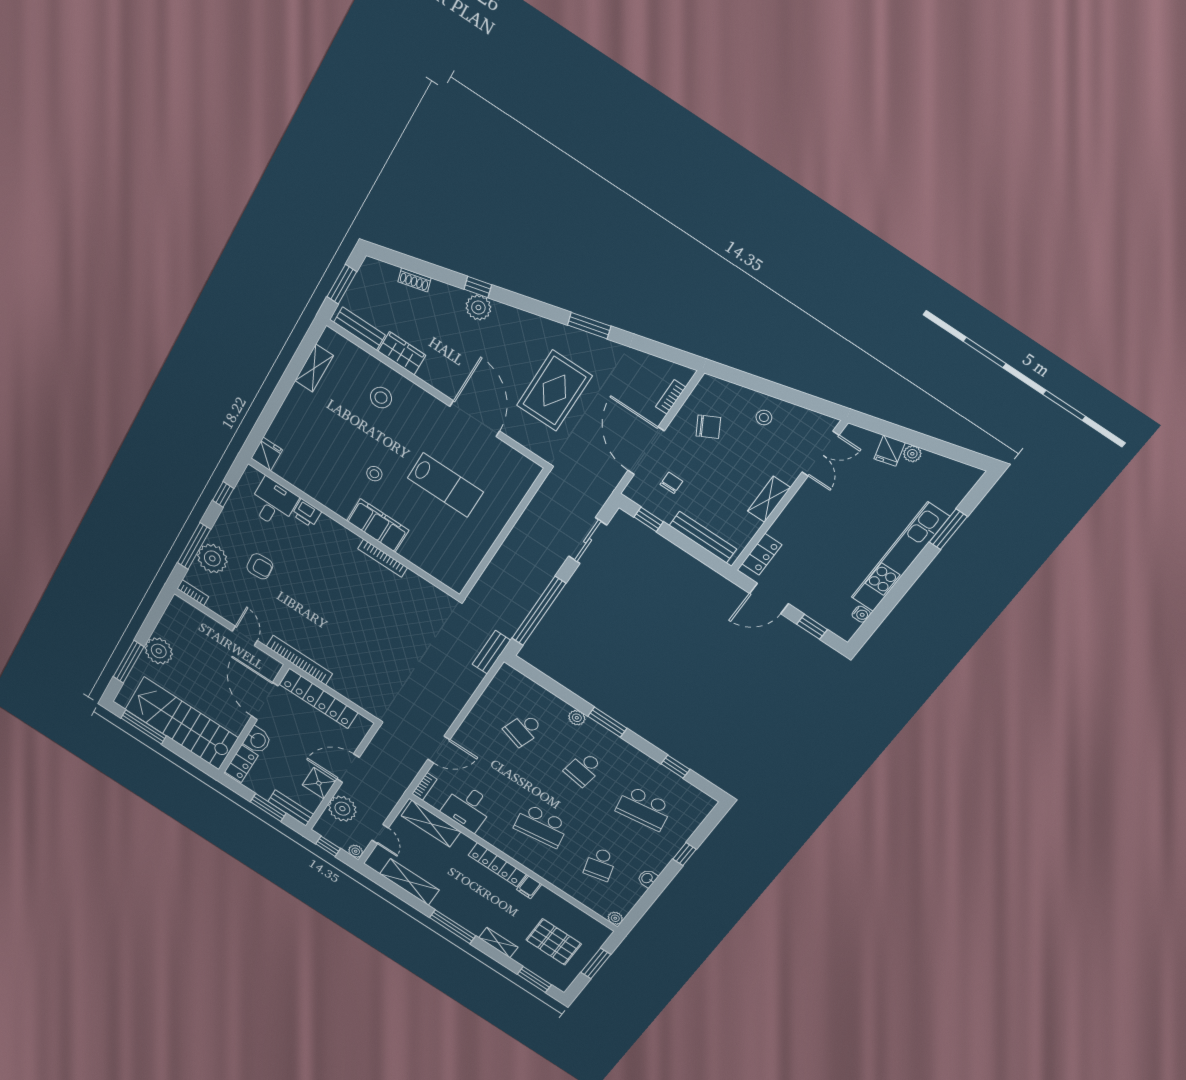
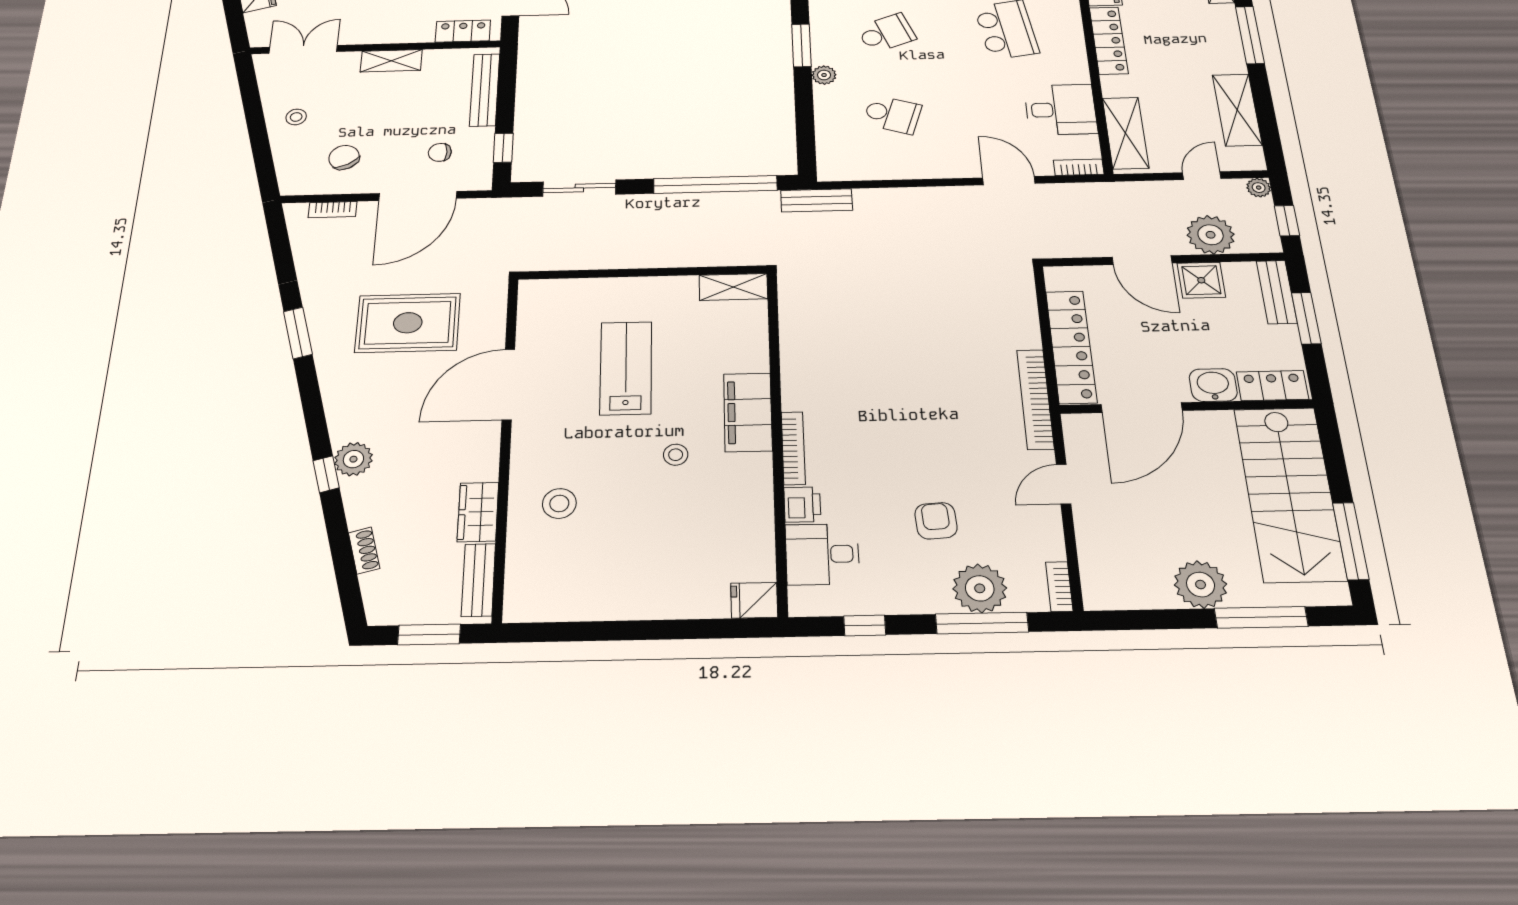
shelving: (314, 368) -> (733, 287), moved
bookcase: (383, 558) -> (793, 448), moved
school desk: (584, 769) -> (886, 33), turned -30

